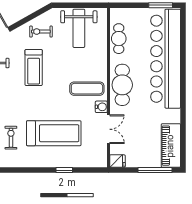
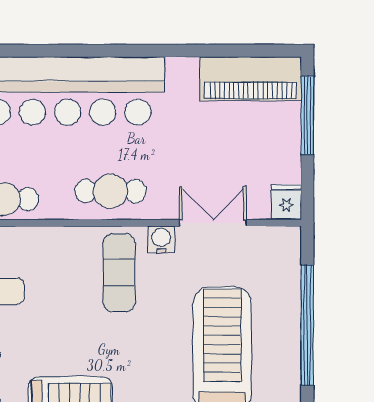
cafe table: (122, 85) -> (111, 191), width x0.73, depth x0.74
window: (64, 170) -> (307, 325), width x3.17

